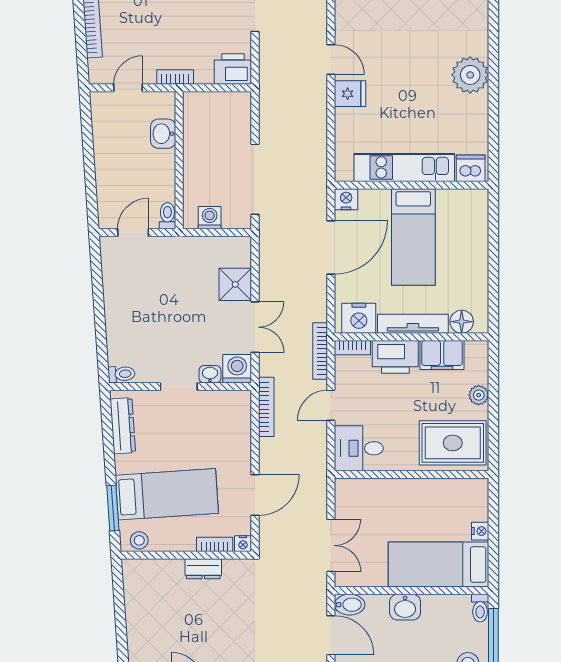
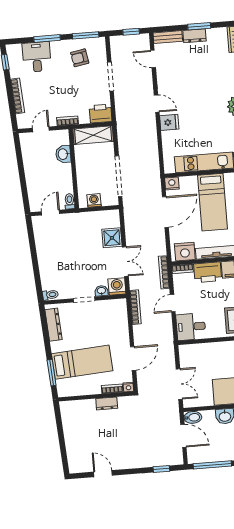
shelving: (217, 105) -> (93, 135), added
stool: (139, 540) -> (68, 390), removed

